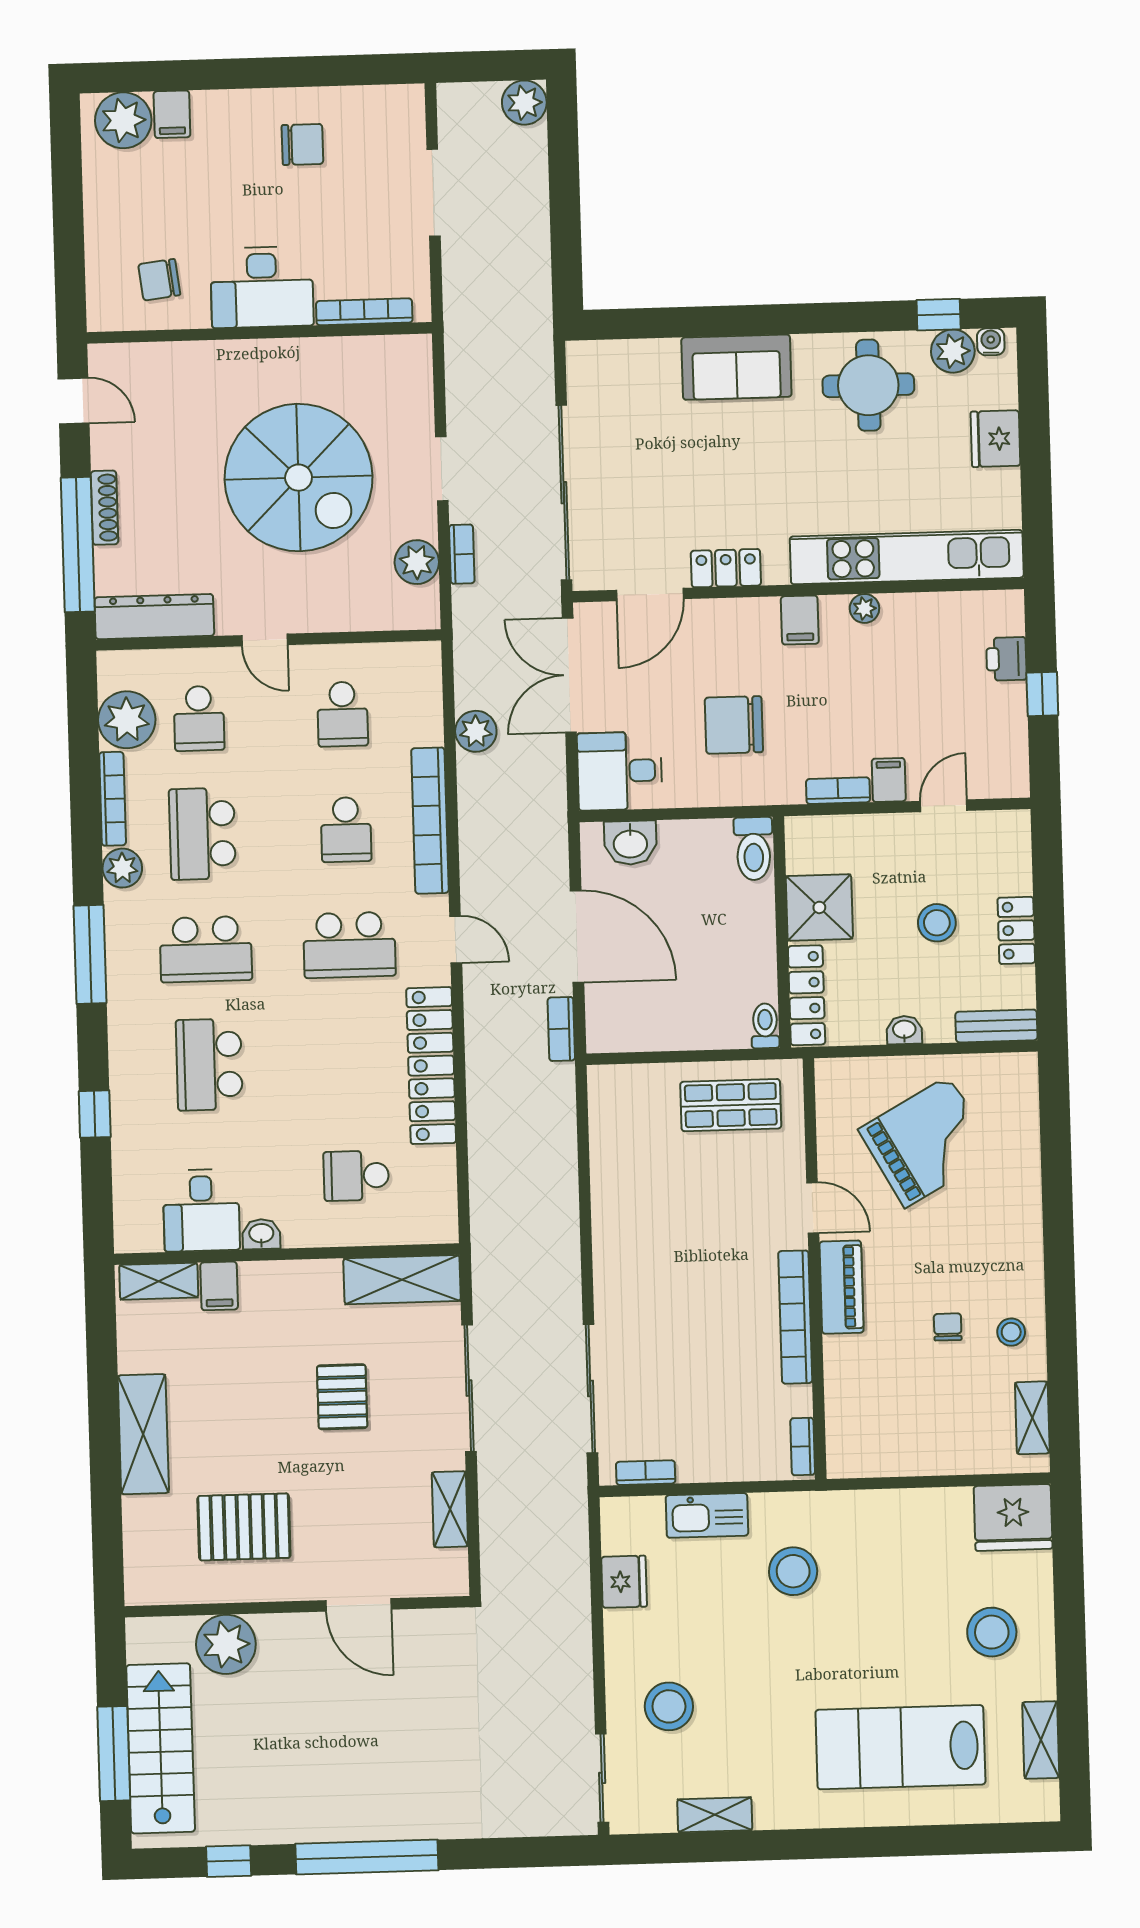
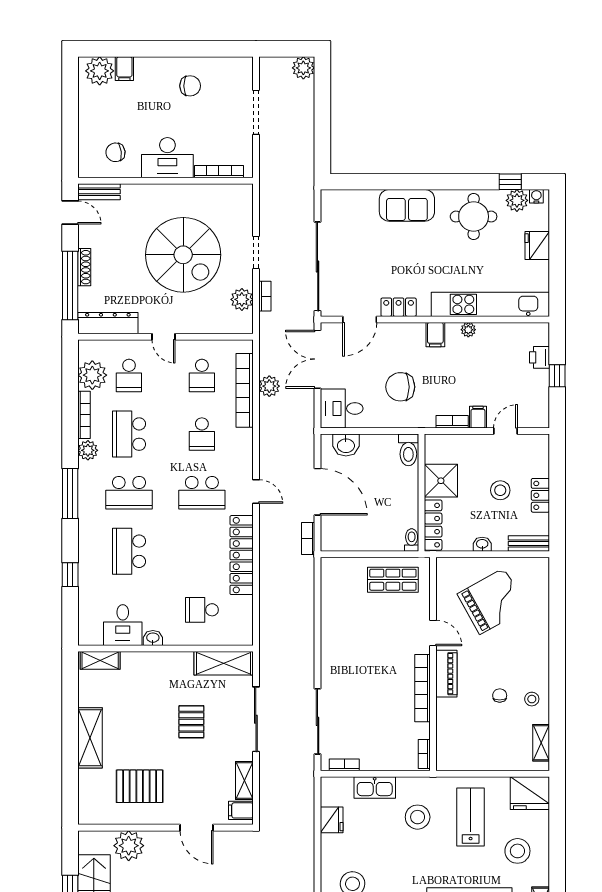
bench: (129, 358) -> (99, 192), added
bookcase: (430, 821) -> (245, 390), moved
filing cabinet: (219, 1286) -> (241, 810), moved, turned 90
lab bench: (897, 1568) -> (471, 817), added

